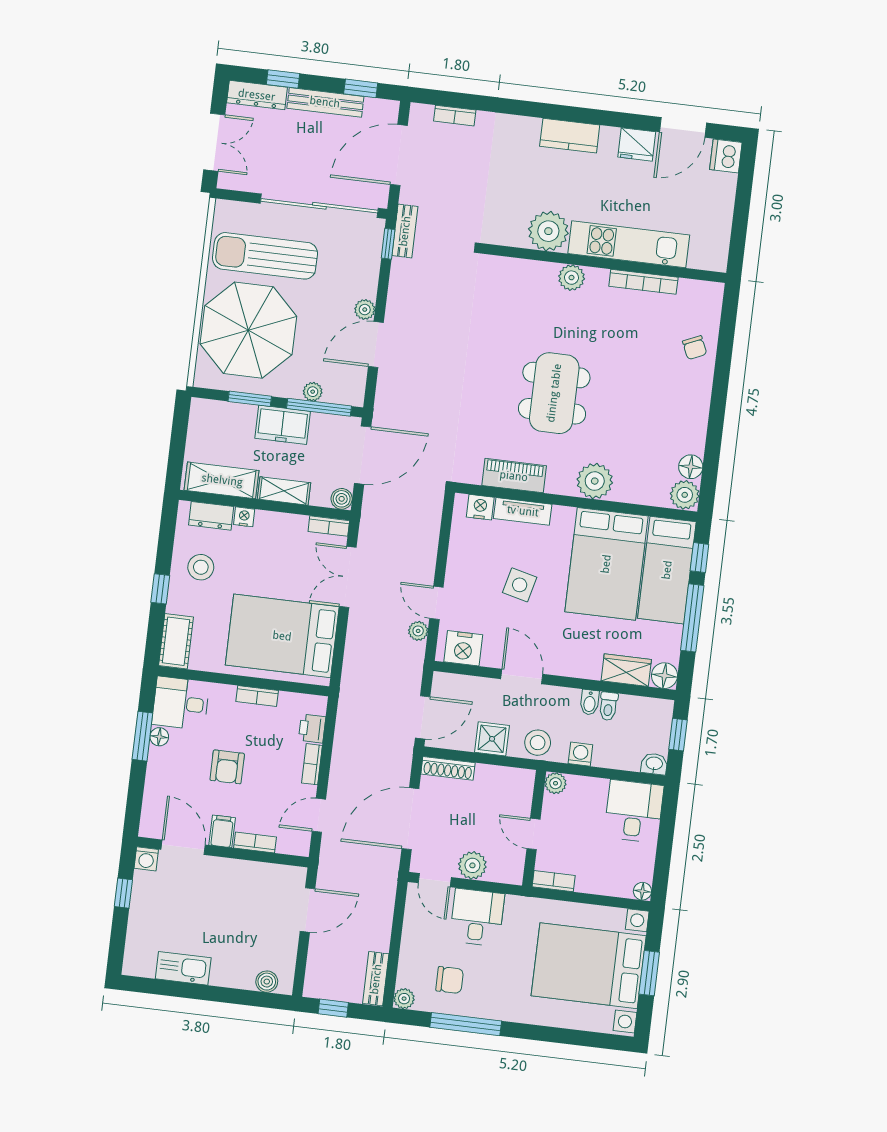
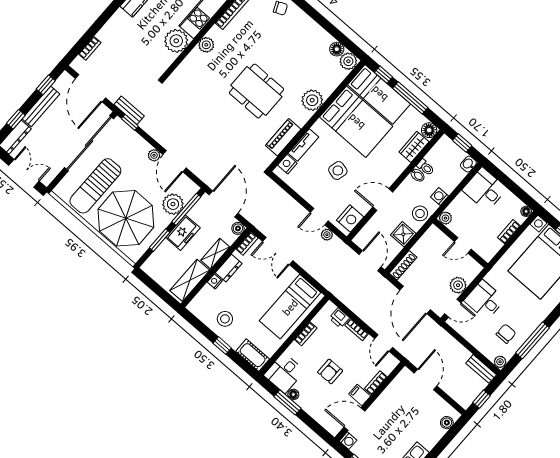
plant: (313, 392) -> (173, 204), width x1.88, depth x1.88
dresser: (211, 516) -> (229, 268), moved
bed: (282, 636) -> (290, 307), width x0.67
armchair: (227, 767) -> (330, 371), turned 90
bookcase: (554, 881) -> (509, 232), moved

